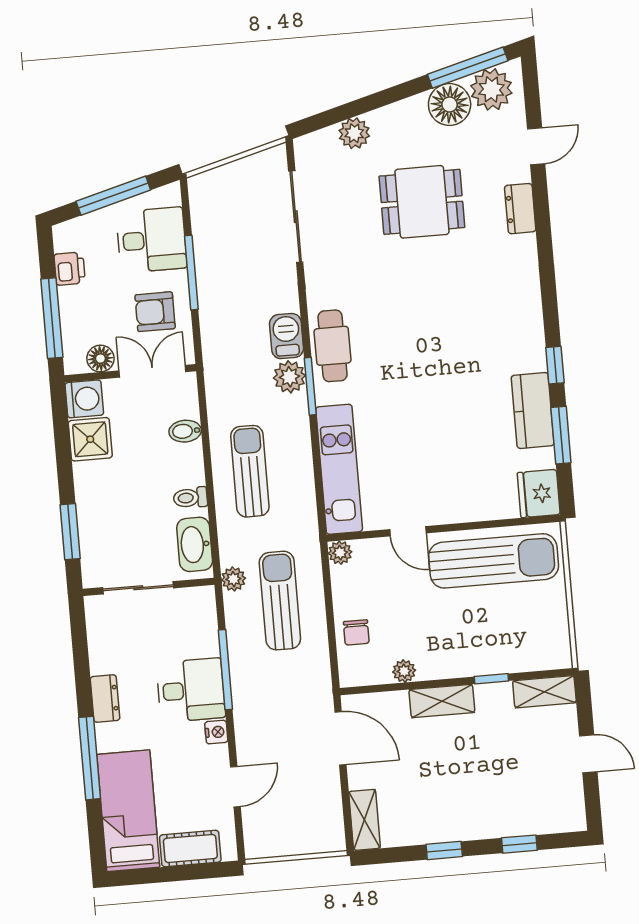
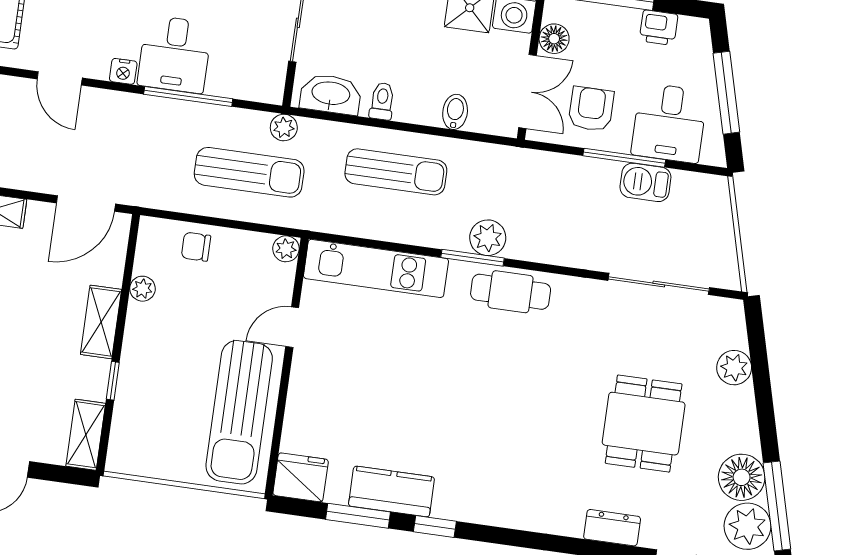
barbecue: (286, 336) -> (645, 182), moved, turned 180

